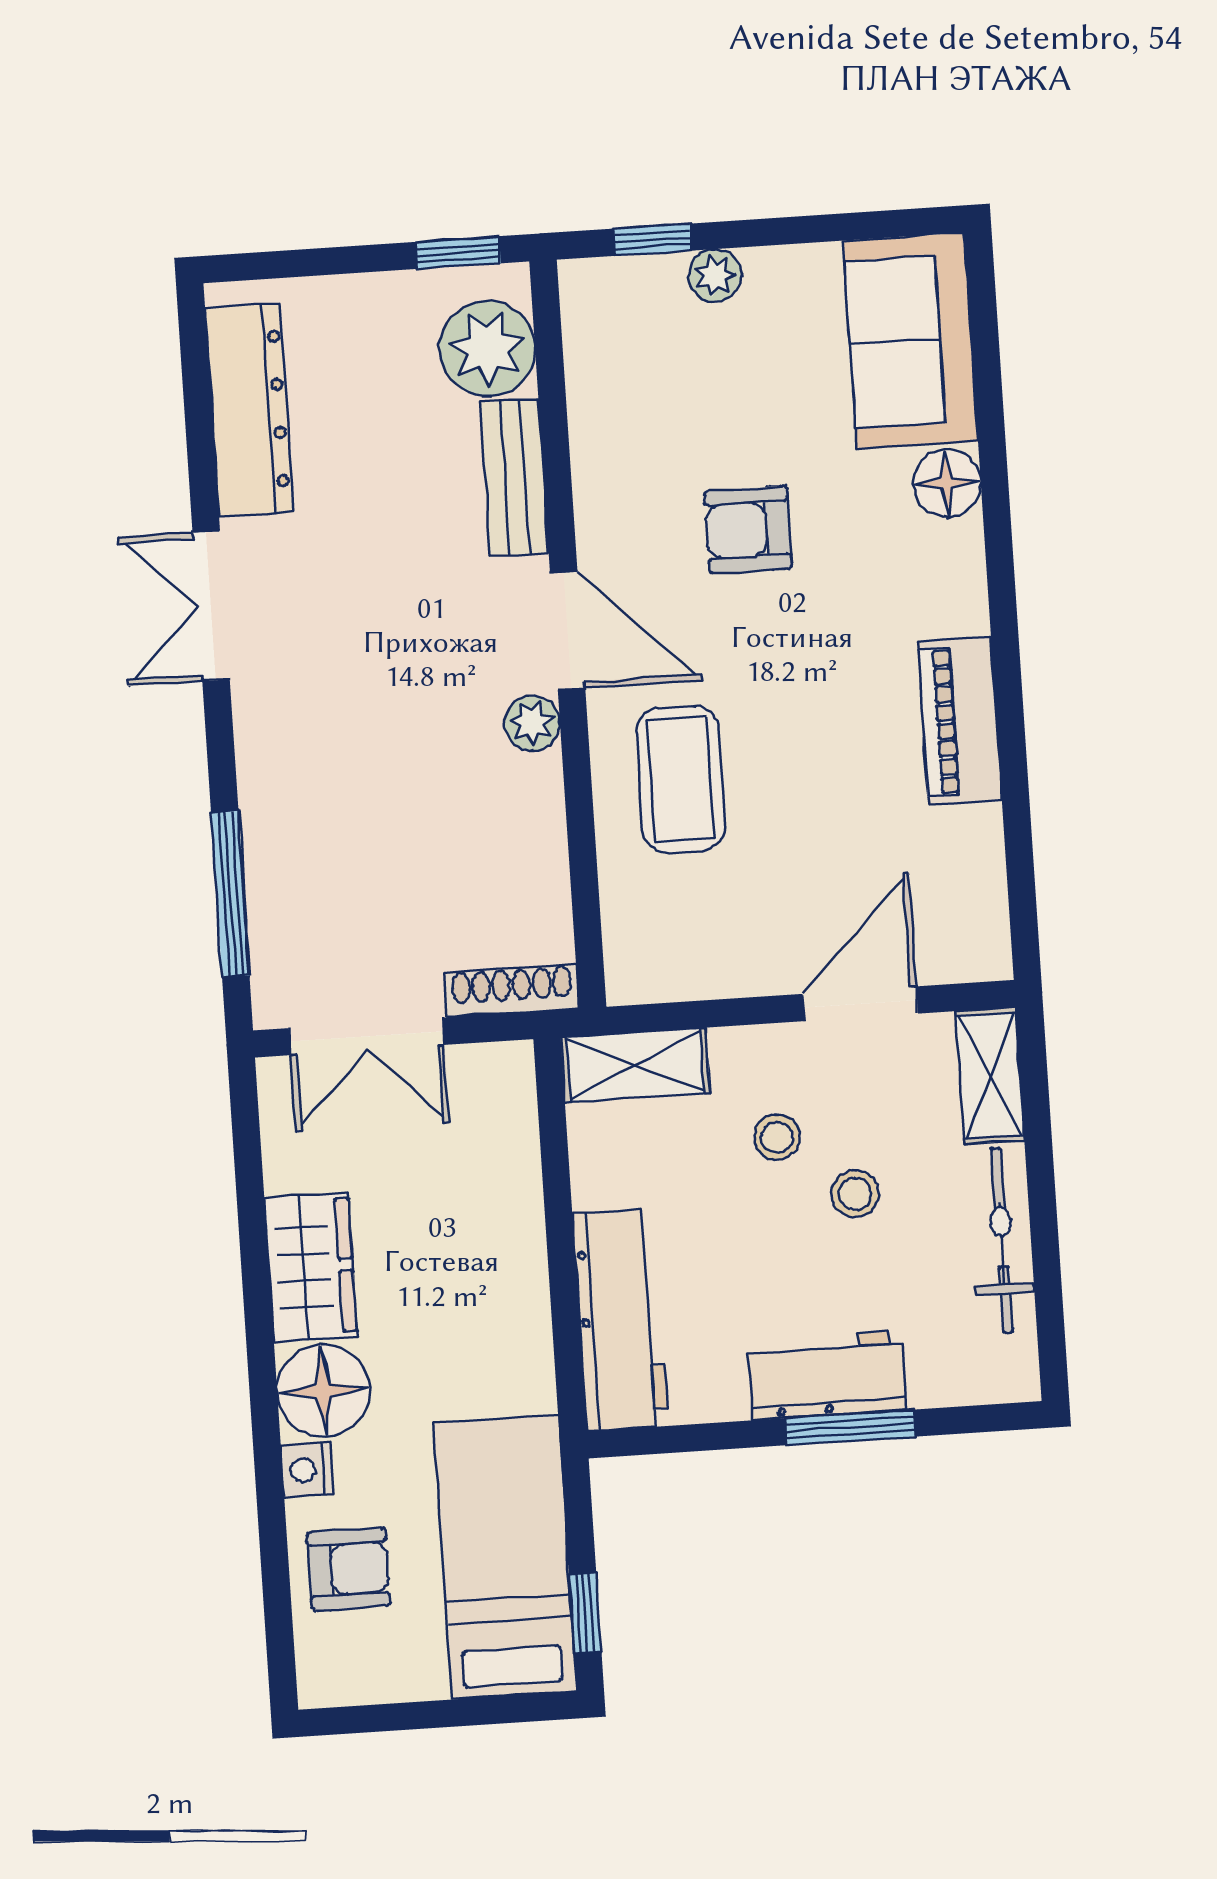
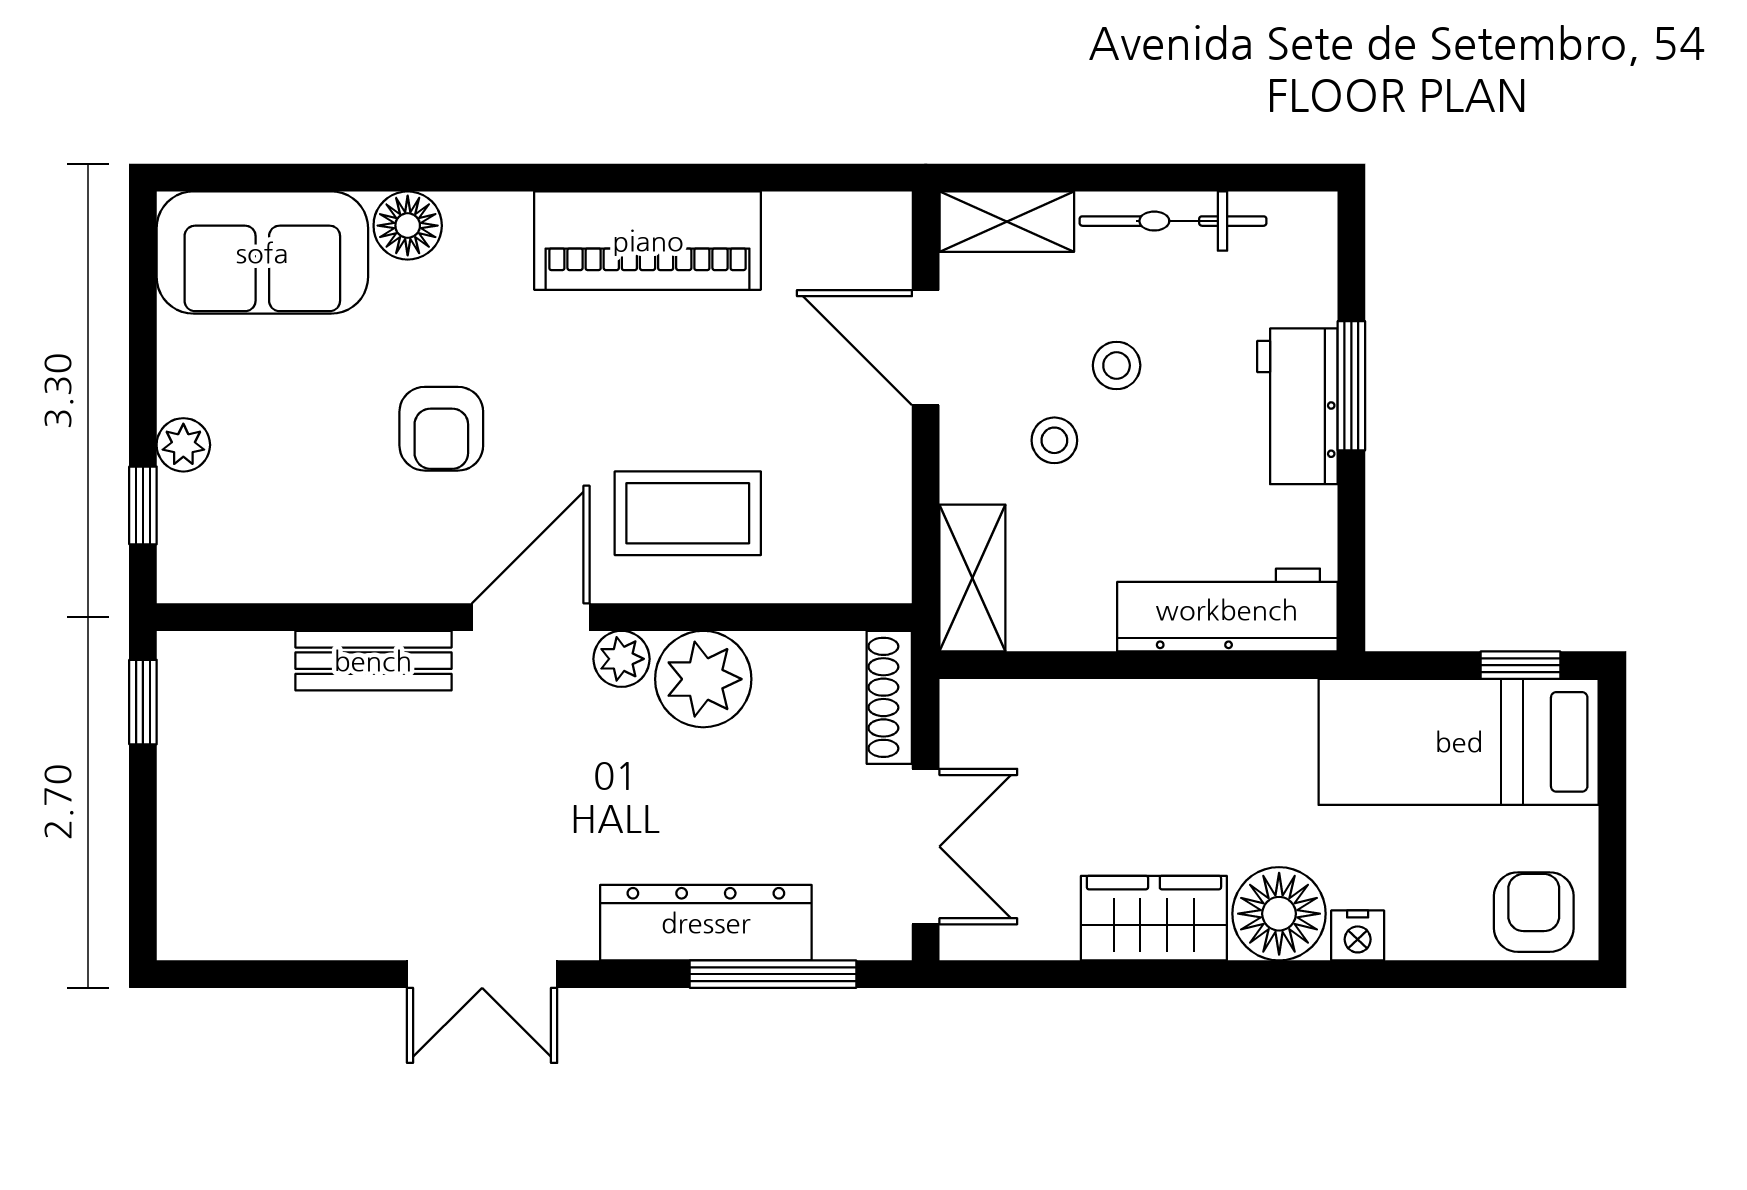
plant: (487, 349) -> (703, 679), moved
dresser: (249, 410) -> (706, 923), moved
piano: (960, 721) -> (648, 241), width x1.37, depth x1.33
armchair: (349, 1569) -> (1534, 912), moved

